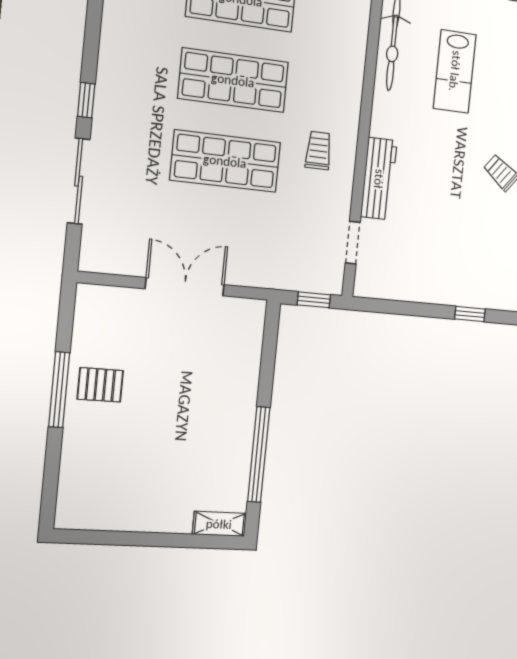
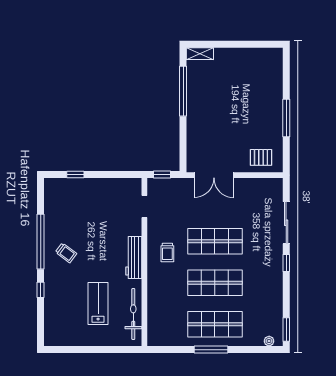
workbench: (379, 179) -> (134, 257), moved
double door: (185, 287) -> (214, 175), moved
pallet: (100, 385) -> (261, 157), moved

